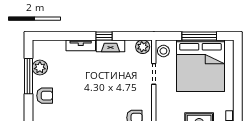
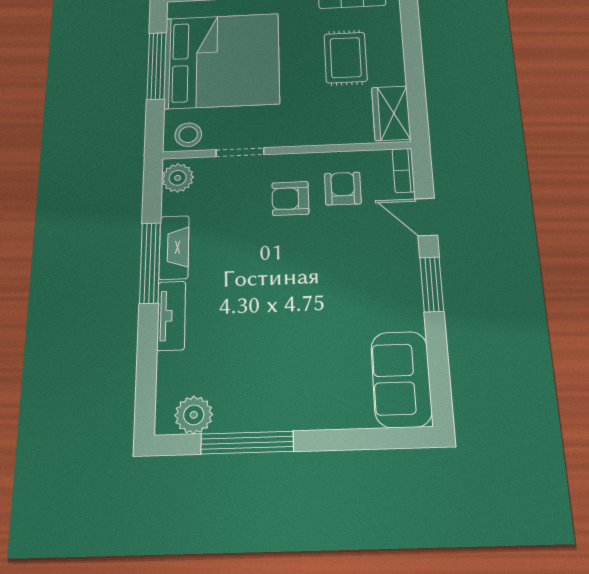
window: (104, 36) -> (150, 263), width x2.17
plant: (40, 68) -> (194, 415), moved
armchair: (45, 96) -> (290, 198), moved, turned -90

